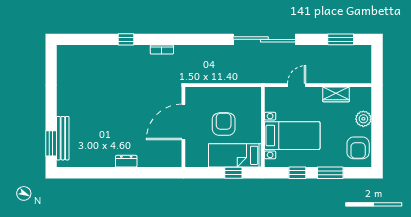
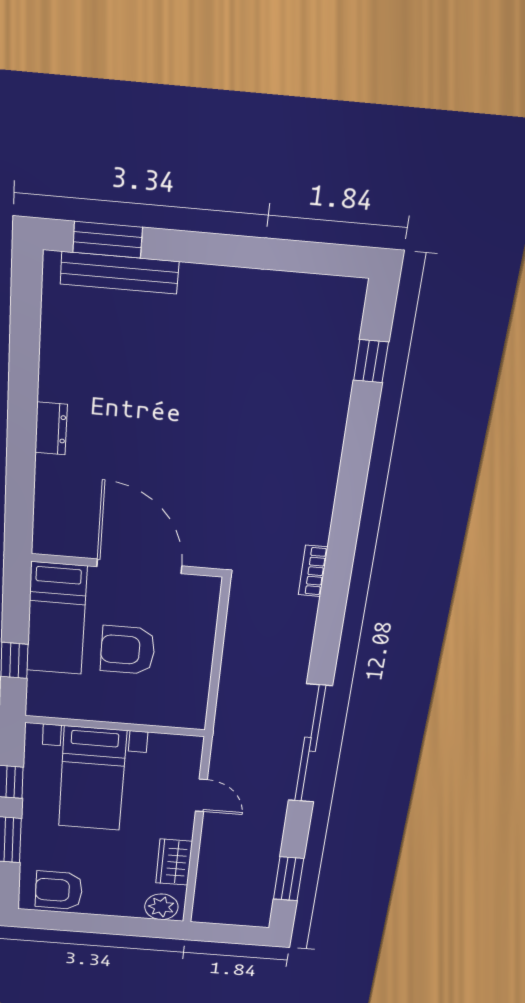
window: (126, 39) -> (371, 361), moved
bookcase: (162, 50) -> (313, 571), moved
plant: (363, 119) -> (161, 907), moved
armchair: (224, 124) -> (128, 650), turned 180
bed: (235, 155) -> (57, 619), moved, turned 180

